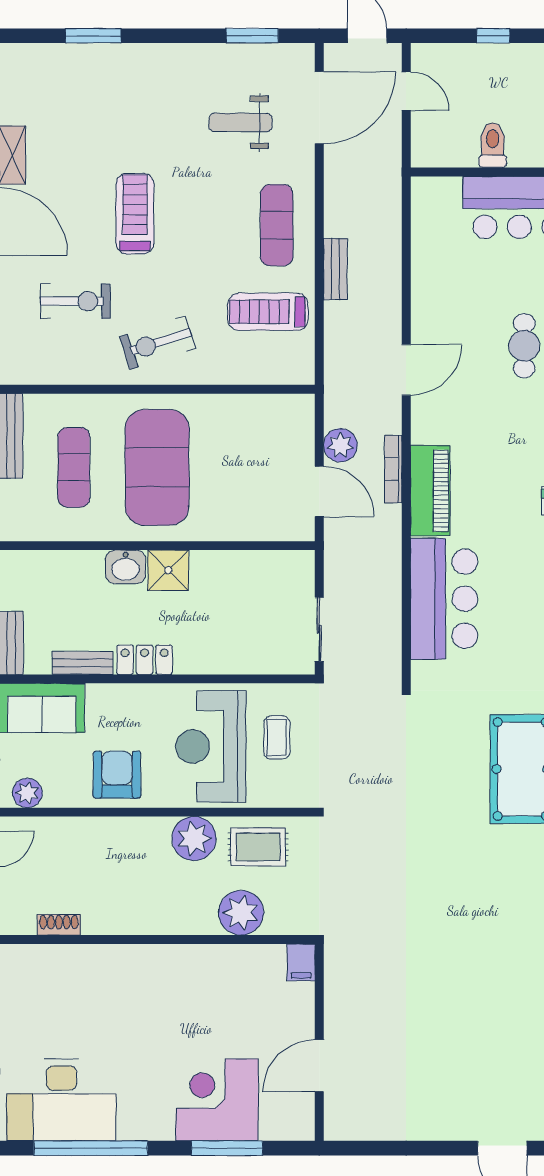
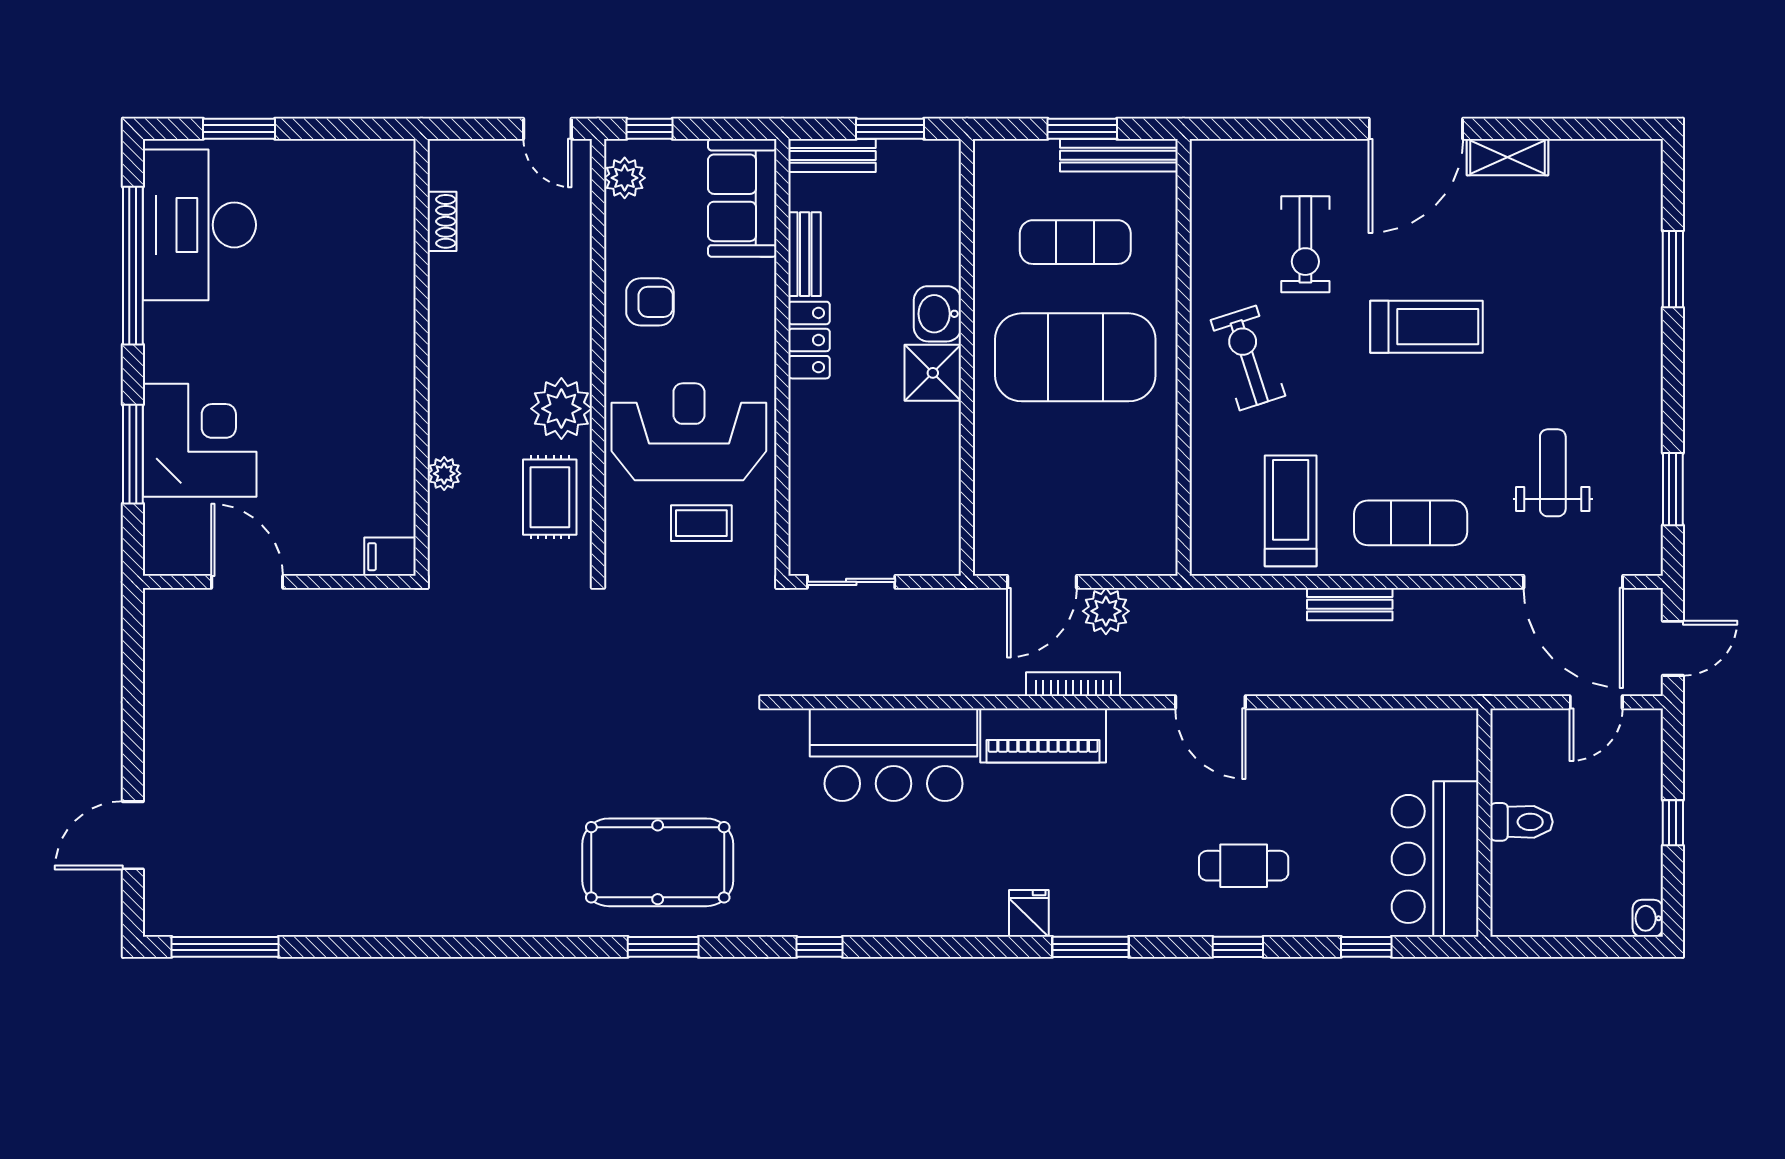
armchair: (117, 775) -> (650, 302), width x0.72, depth x0.72
plant: (241, 913) -> (444, 474), width x0.53, depth x0.53

